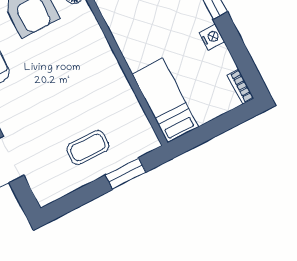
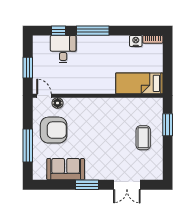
nightstand: (212, 37) -> (136, 41), moved

